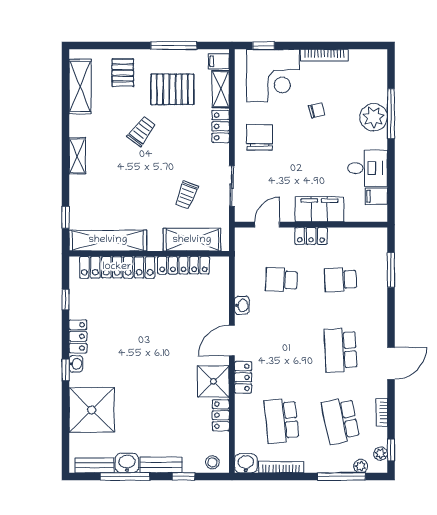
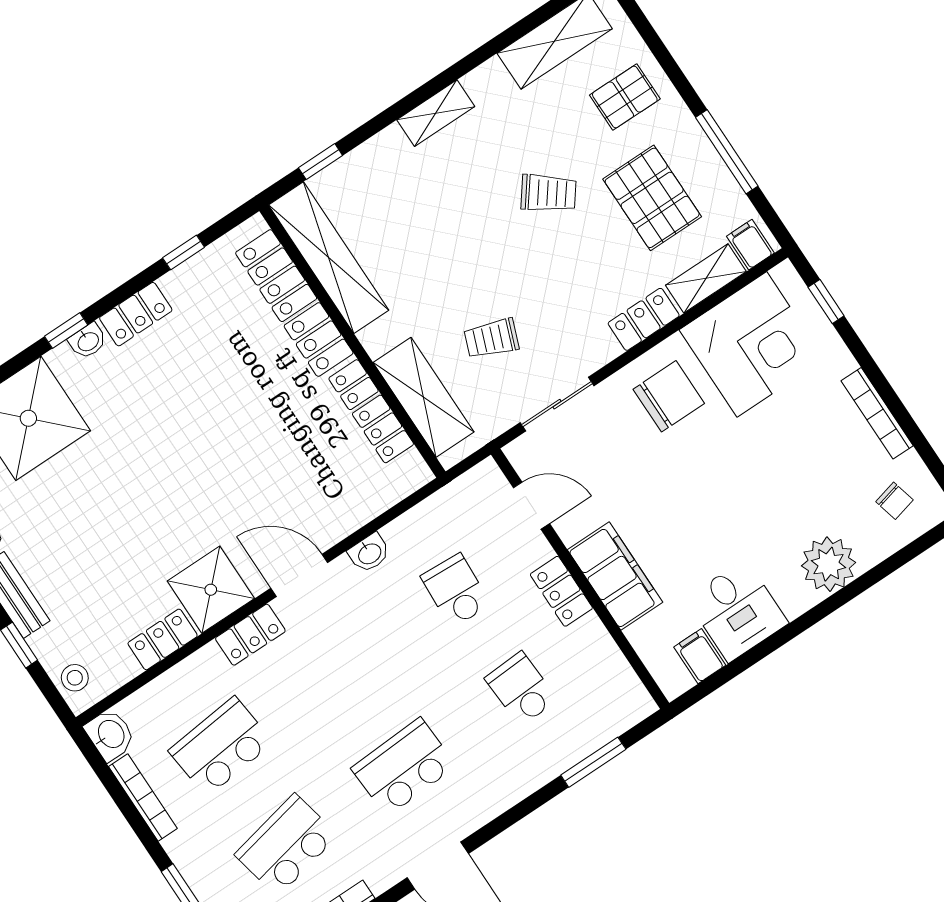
corner desk: (273, 76) -> (752, 344), moved, turned -90
chair: (317, 110) -> (895, 501), moved
window: (391, 114) -> (854, 589), removed

